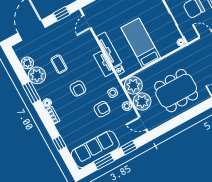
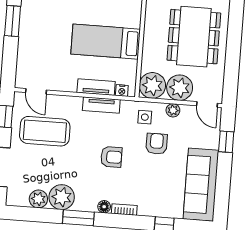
tv unit: (109, 50) -> (96, 87), width x0.71
coffee table: (59, 64) -> (45, 131), moved, width x1.86, depth x1.72
door: (143, 123) -> (207, 104), hinge flipped
window: (104, 161) -> (223, 184), removed

